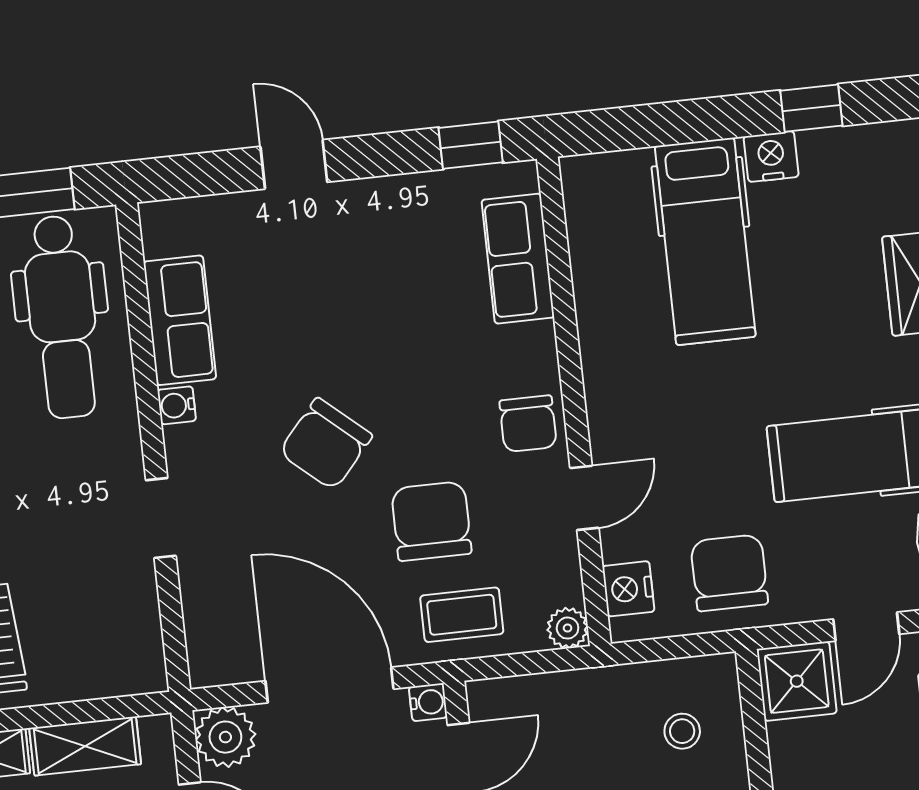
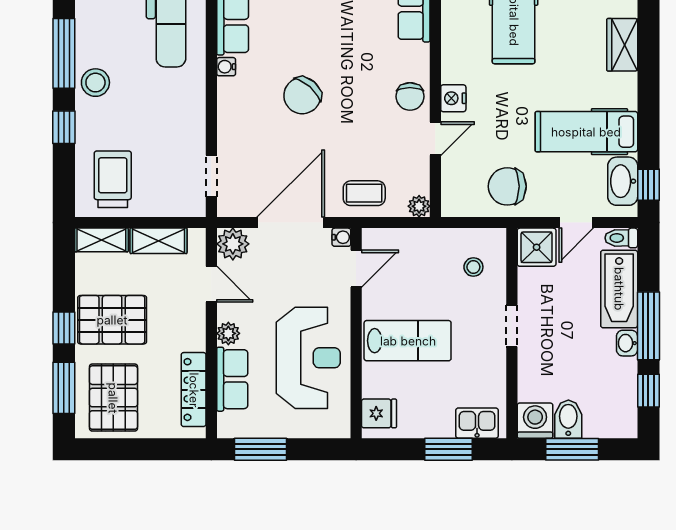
doorway: (161, 518) -> (211, 176), moved
chair: (431, 521) -> (354, 142), removed
chair: (729, 573) -> (507, 186), turned -90
nightstand: (628, 589) -> (453, 98), moved
door: (330, 685) -> (291, 223), hinge flipped

